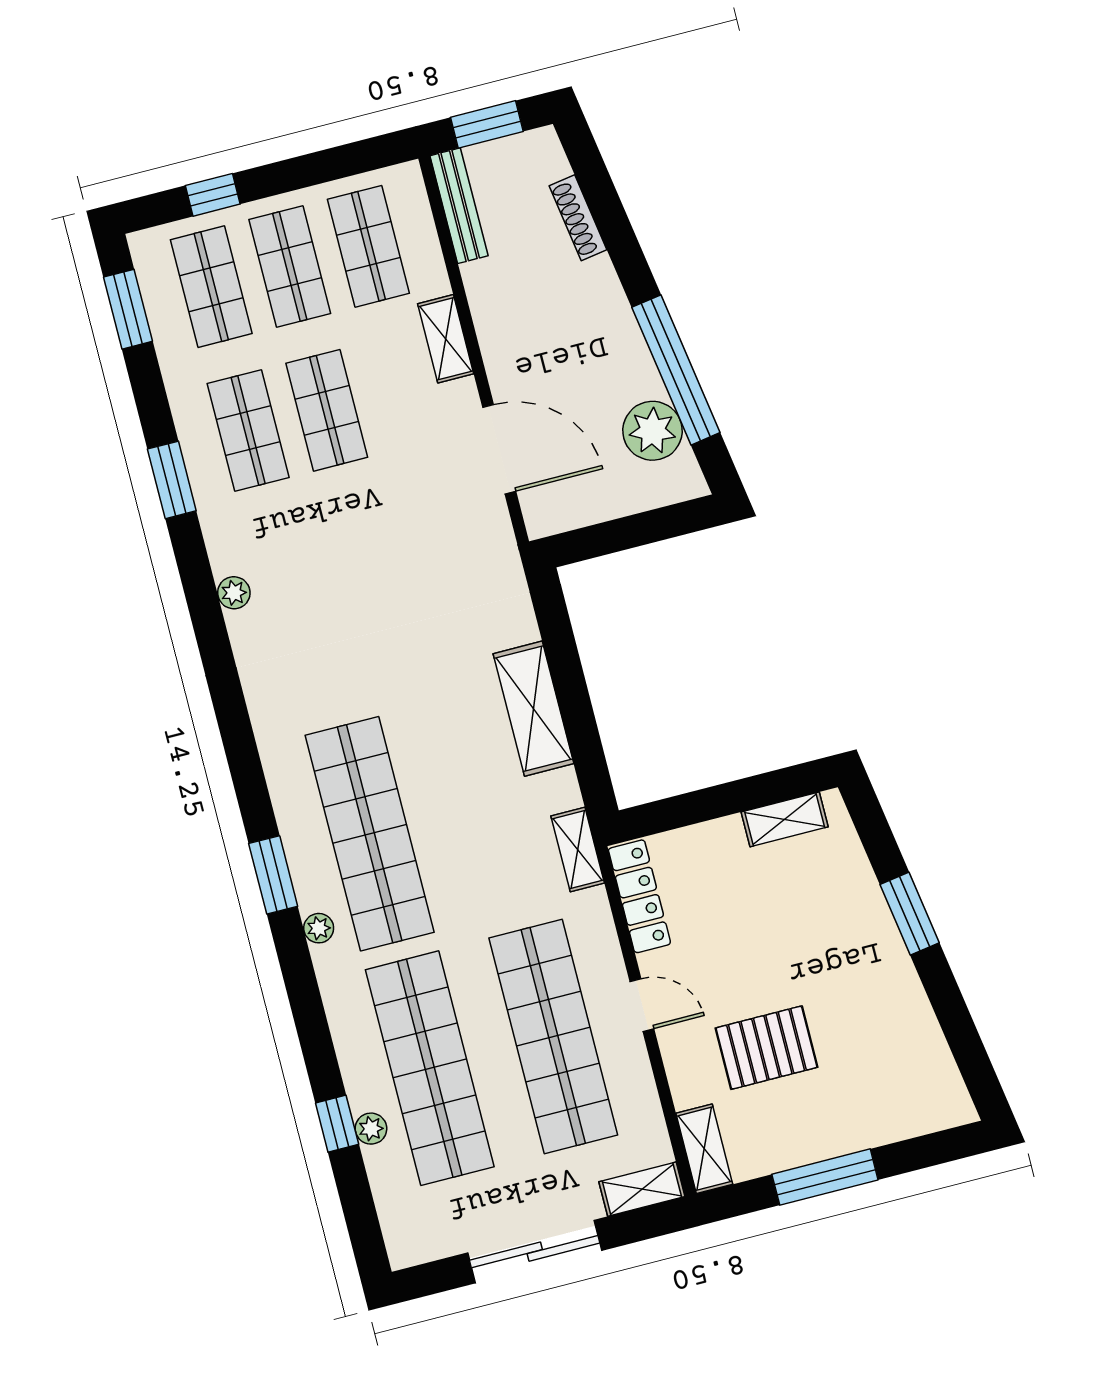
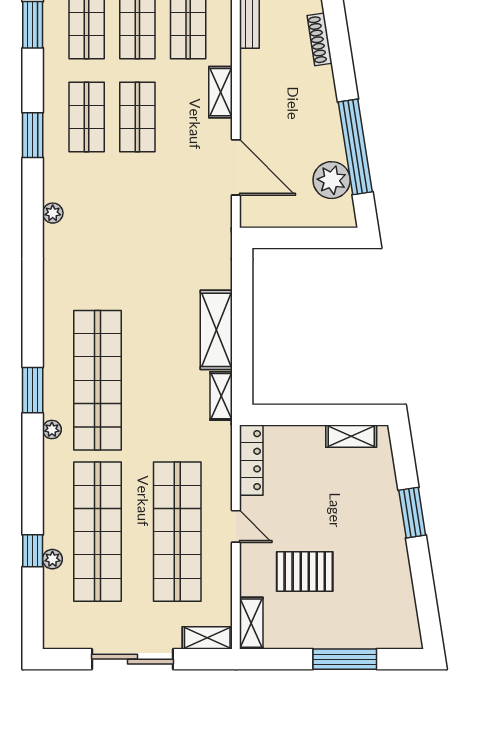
shelving: (578, 849) -> (221, 396), moved
window: (825, 1177) -> (345, 659), moved

